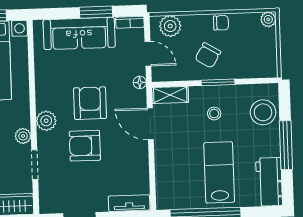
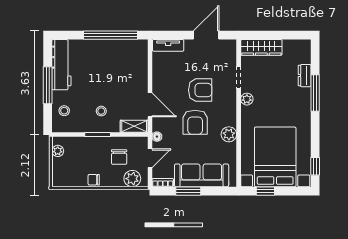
plant: (268, 19) -> (58, 151), moved
door: (148, 54) -> (150, 158), swing flipped
chair: (208, 55) -> (119, 157), moved, turned 149
stool: (263, 112) -> (64, 111), width x0.53, depth x0.53
plant: (46, 121) -> (229, 134), moved
lab bench: (219, 172) -> (99, 66), removed
workbench: (269, 182) -> (61, 65), width x1.38

